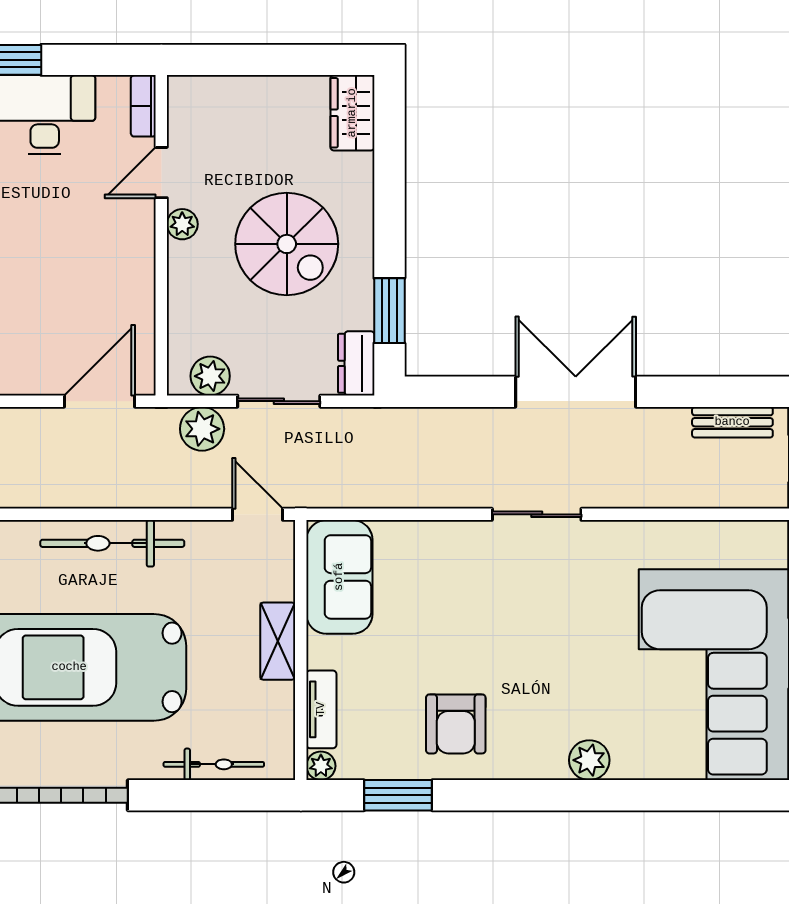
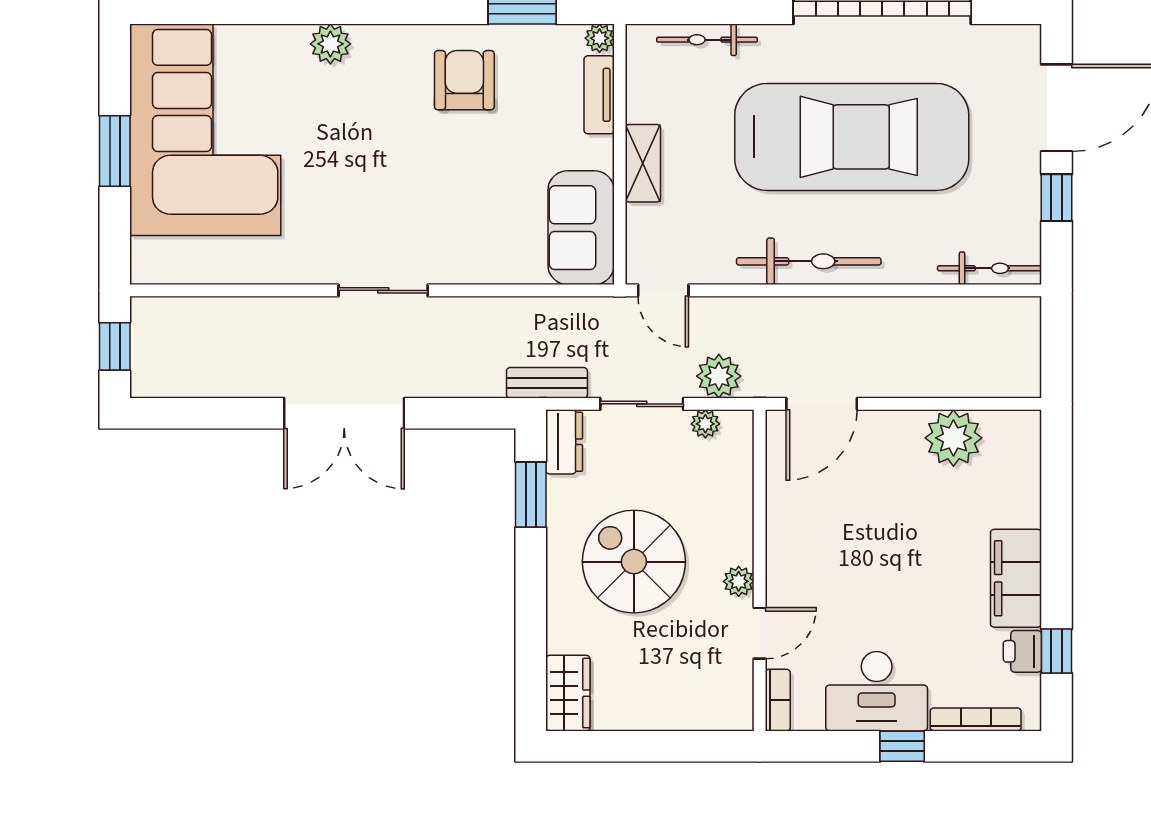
plant: (210, 376) -> (705, 424), width x0.73, depth x0.73
bench: (732, 422) -> (547, 383), moved

